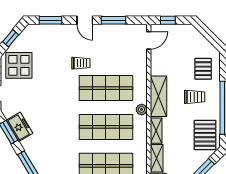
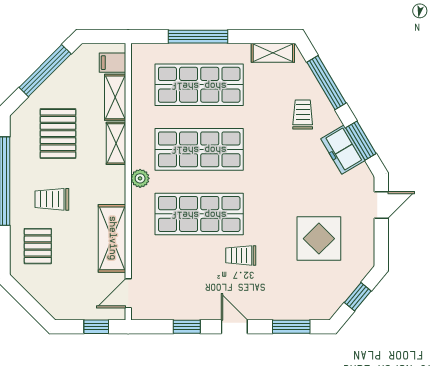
window: (113, 20) -> (187, 327), width x0.67
display table: (19, 65) -> (319, 239), moved
shelving: (158, 96) -> (112, 238), moved
pallet: (205, 135) -> (58, 134), moved
trolley: (44, 148) -> (303, 114), added

